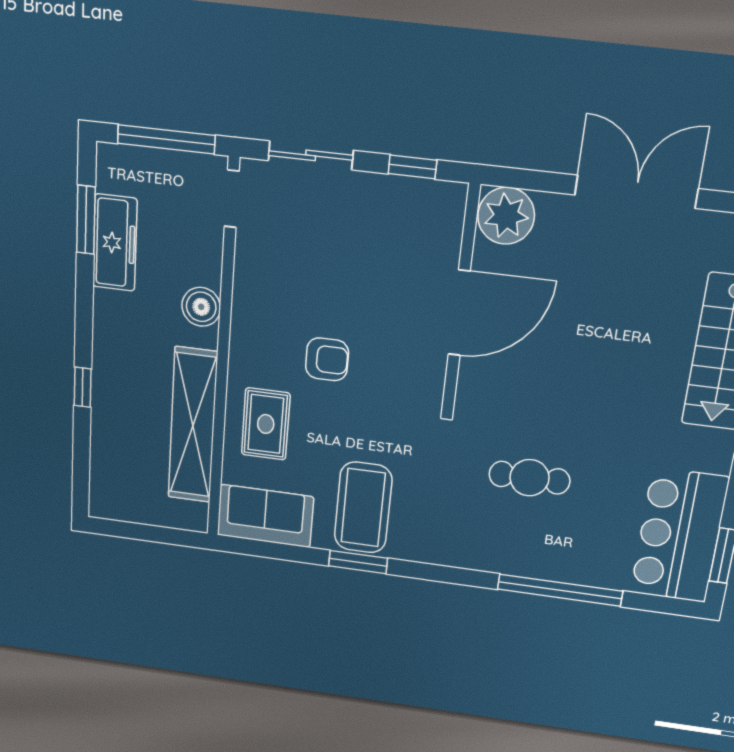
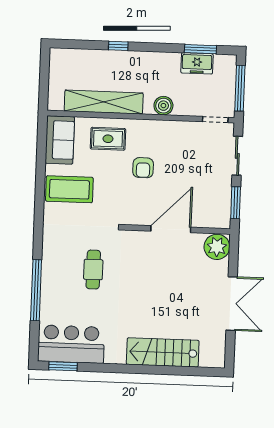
window: (412, 167) -> (236, 203), width x1.50
freezer: (115, 243) -> (197, 63), width x0.71
door: (459, 313) -> (171, 229), swing flipped
window: (358, 562) -> (40, 188), removed

